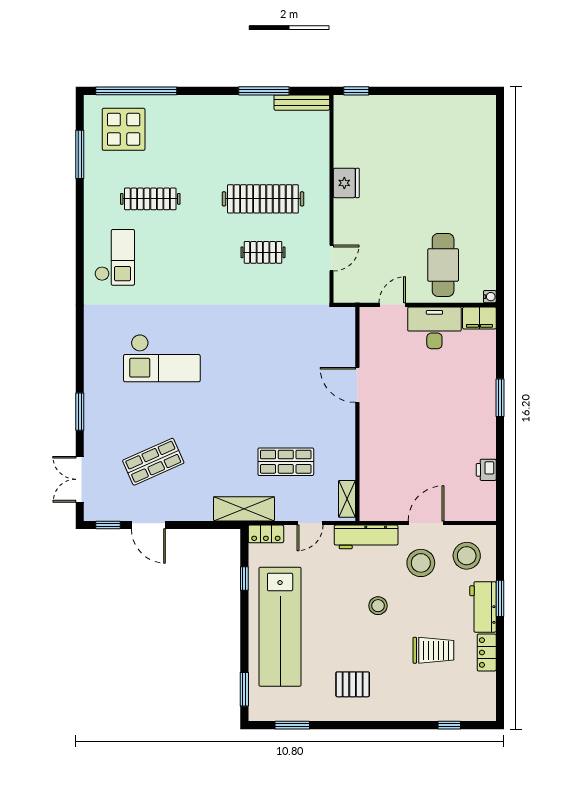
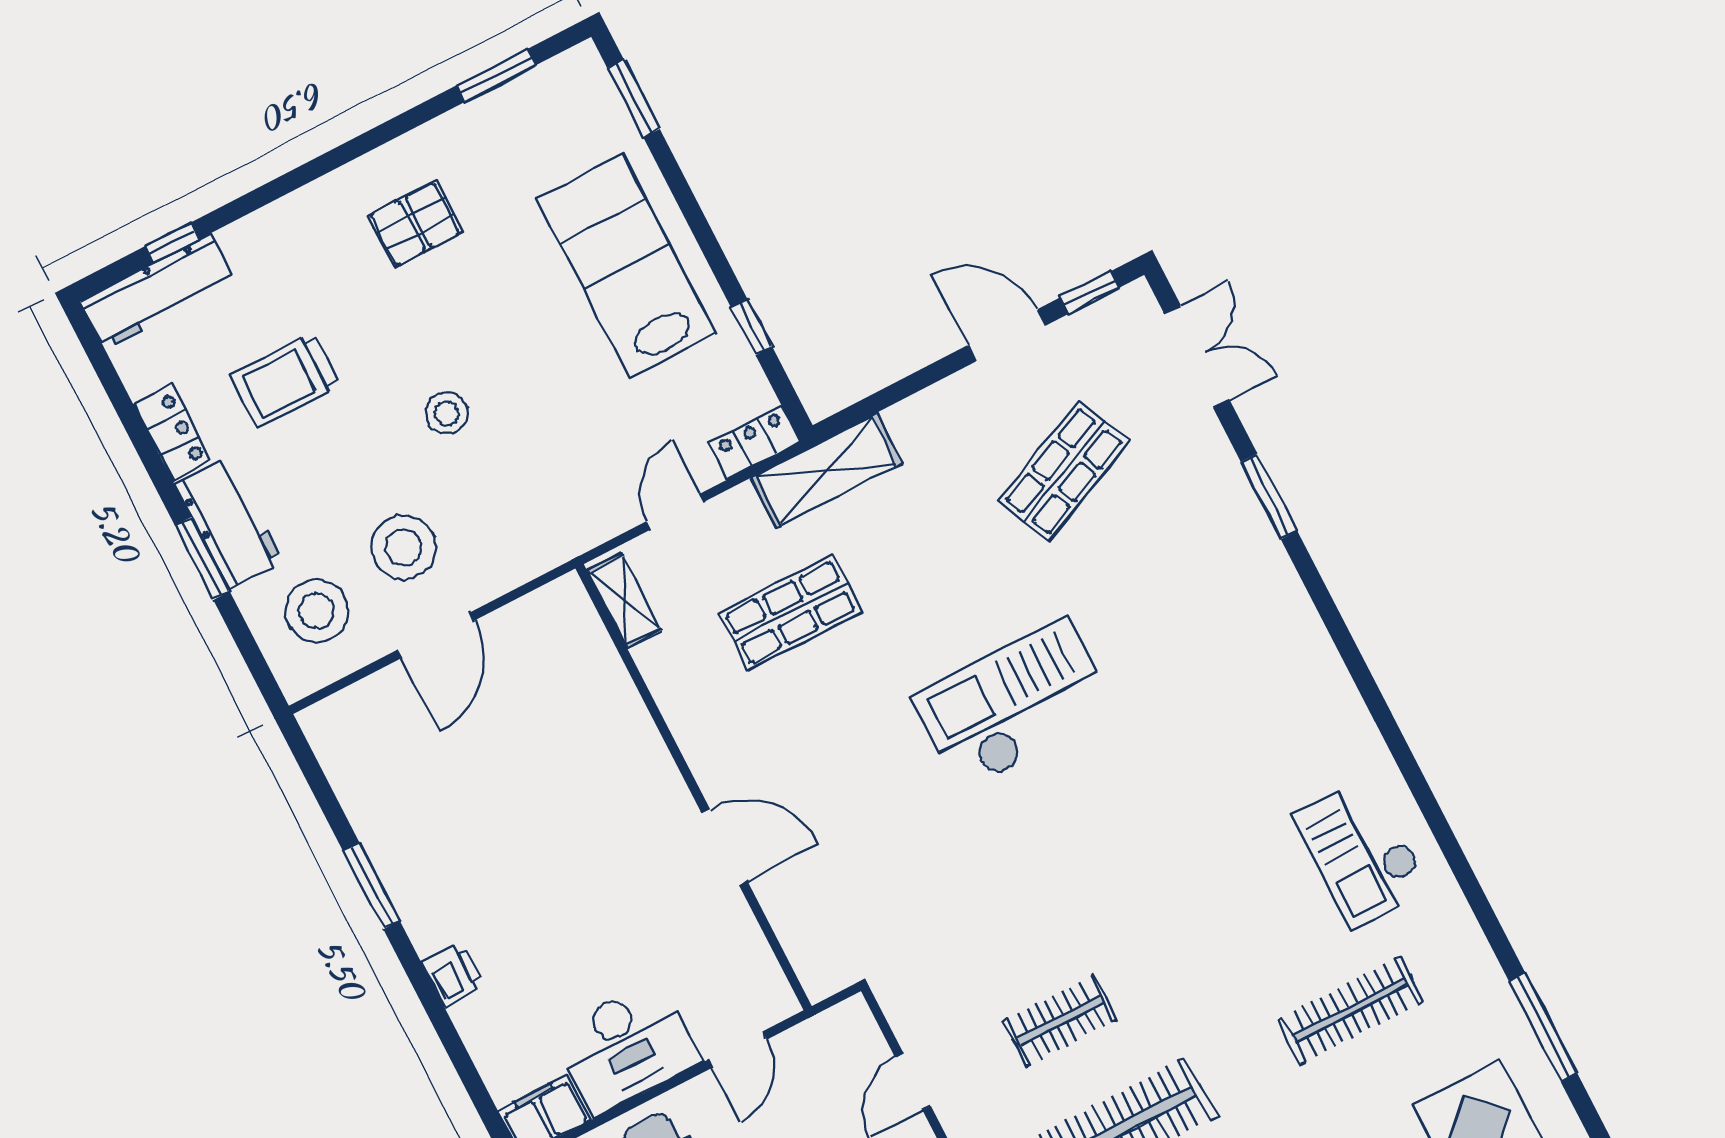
checkout: (162, 358) -> (1014, 705), moved
window: (500, 398) -> (371, 886), moved
printer: (486, 470) -> (453, 974), moved
workbench: (366, 537) -> (158, 291), moved, turned 180
lab bench: (280, 627) -> (626, 266), width x0.73

